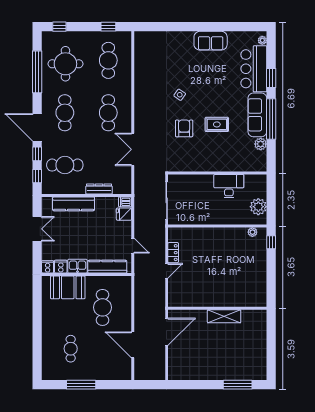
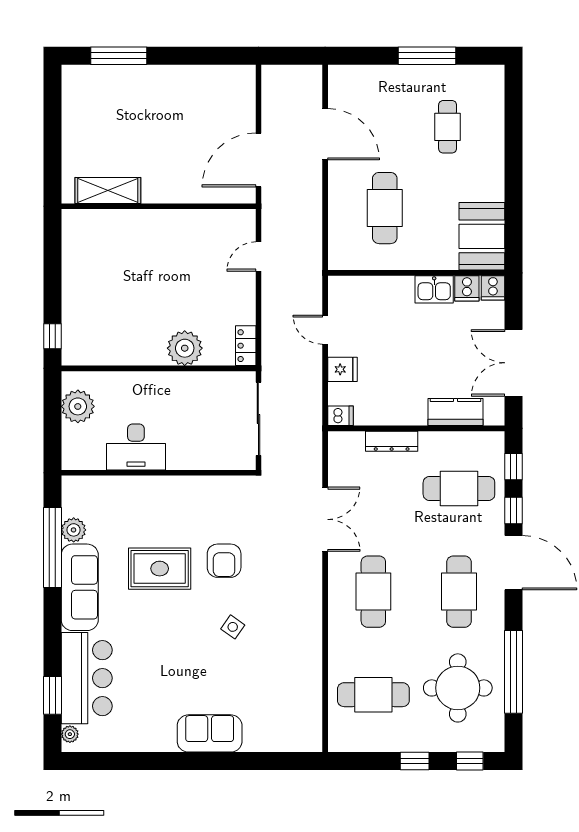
window: (108, 27) -> (415, 761), moved
sofa: (211, 41) -> (210, 733), moved
cafe table: (108, 60) -> (373, 695), turned 90
window: (271, 78) -> (52, 695), moved
window: (271, 119) -> (52, 547), moved
rug: (217, 124) -> (160, 569), width x1.36, depth x1.43
kitchen counter: (74, 204) -> (456, 412), width x0.67
fridge: (124, 214) -> (343, 369), moved
double door: (37, 229) -> (513, 363), width x1.37
plant: (252, 232) -> (185, 348), moved, width x1.87, depth x1.87
locker: (173, 253) -> (246, 346), moved
kitchen counter: (107, 267) -> (375, 288), removed
door: (167, 271) -> (258, 256), moved
booth: (68, 287) -> (482, 236), moved, turned 90
shelving: (224, 316) -> (108, 191), moved

